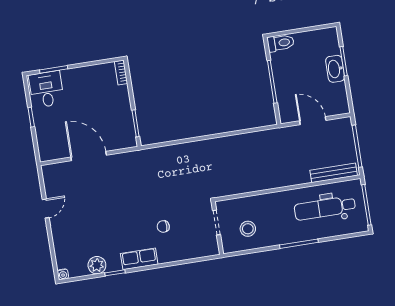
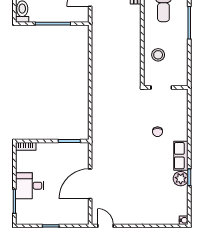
desk: (46, 89) -> (30, 186), moved
door: (46, 209) -> (105, 226), moved
stool: (248, 229) -> (158, 55), moved
plant: (97, 265) -> (181, 179), moved

